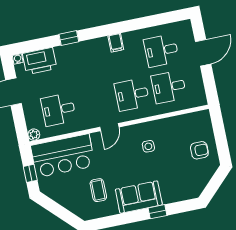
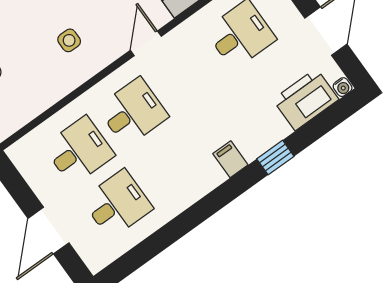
filing cabinet: (116, 43) -> (230, 159), moved

